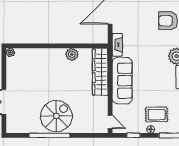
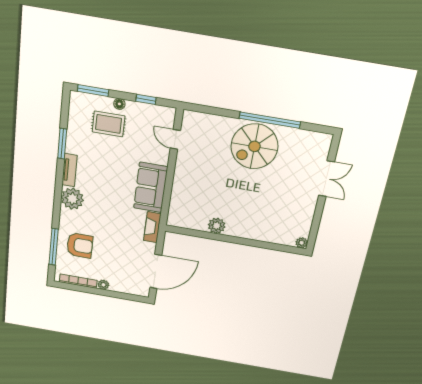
wardrobe: (100, 72) -> (181, 196), removed
sofa: (122, 81) -> (151, 187), width x0.73
door: (110, 122) -> (175, 139), moved

